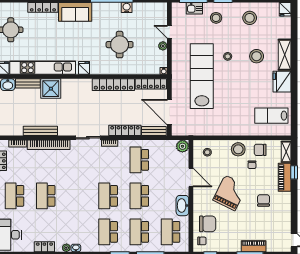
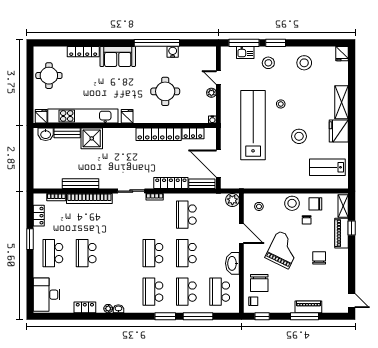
stool: (257, 56) -> (299, 136), moved
locker: (151, 84) -> (193, 133), width x0.66
chair: (208, 224) -> (259, 283), turned 90

